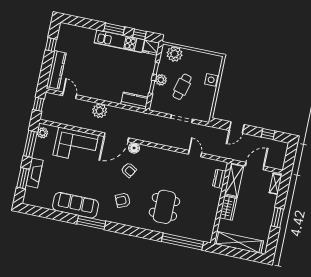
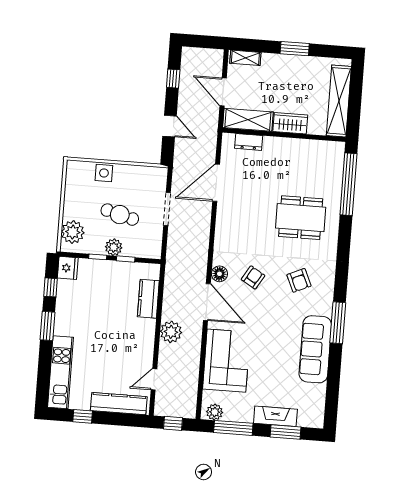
kitchen unit: (119, 41) -> (60, 372), moved
kitchen counter: (135, 101) -> (148, 299), moved
door: (195, 154) -> (216, 183), width x1.88

